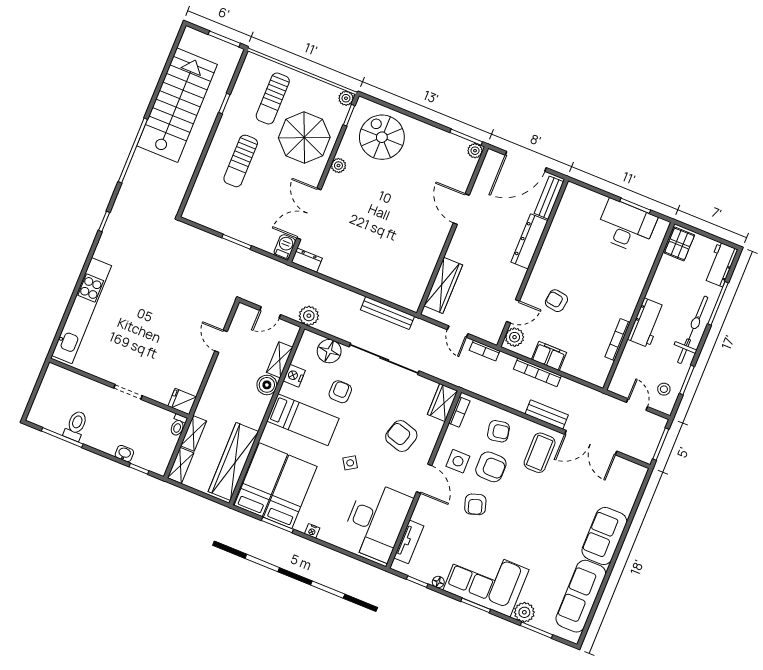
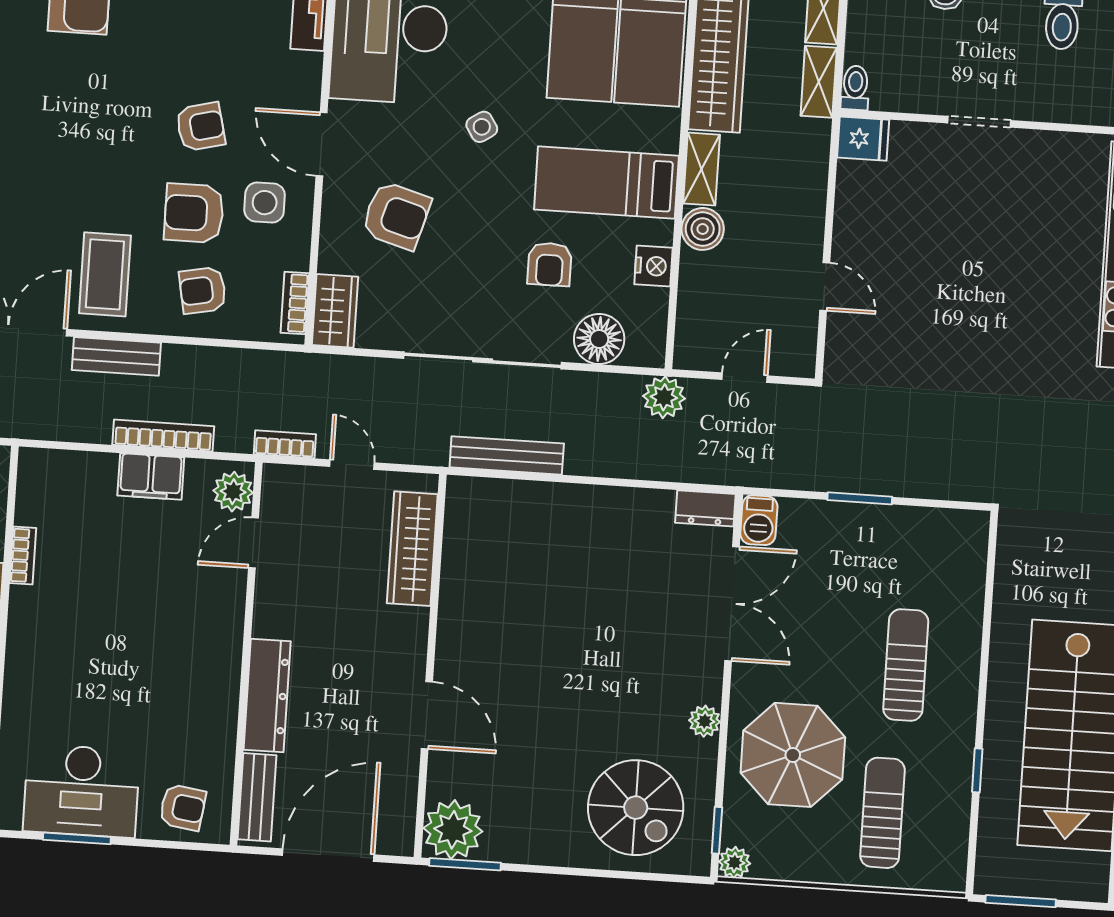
plant: (475, 151) -> (453, 830), width x1.88, depth x1.88
armchair: (556, 301) -> (183, 807), moved
bookcase: (618, 340) -> (23, 555), width x0.64
shelving: (280, 360) -> (702, 169), moved
armchair: (475, 504) -> (201, 127), turned 94

